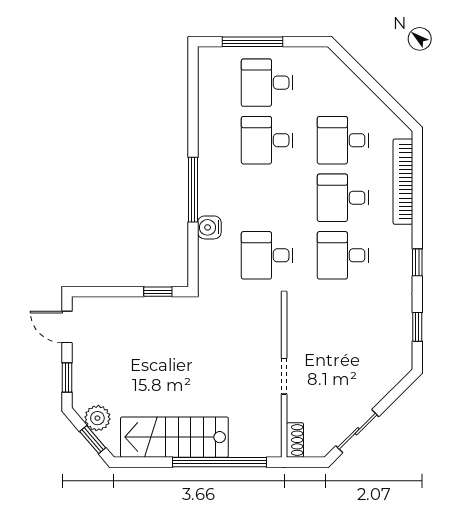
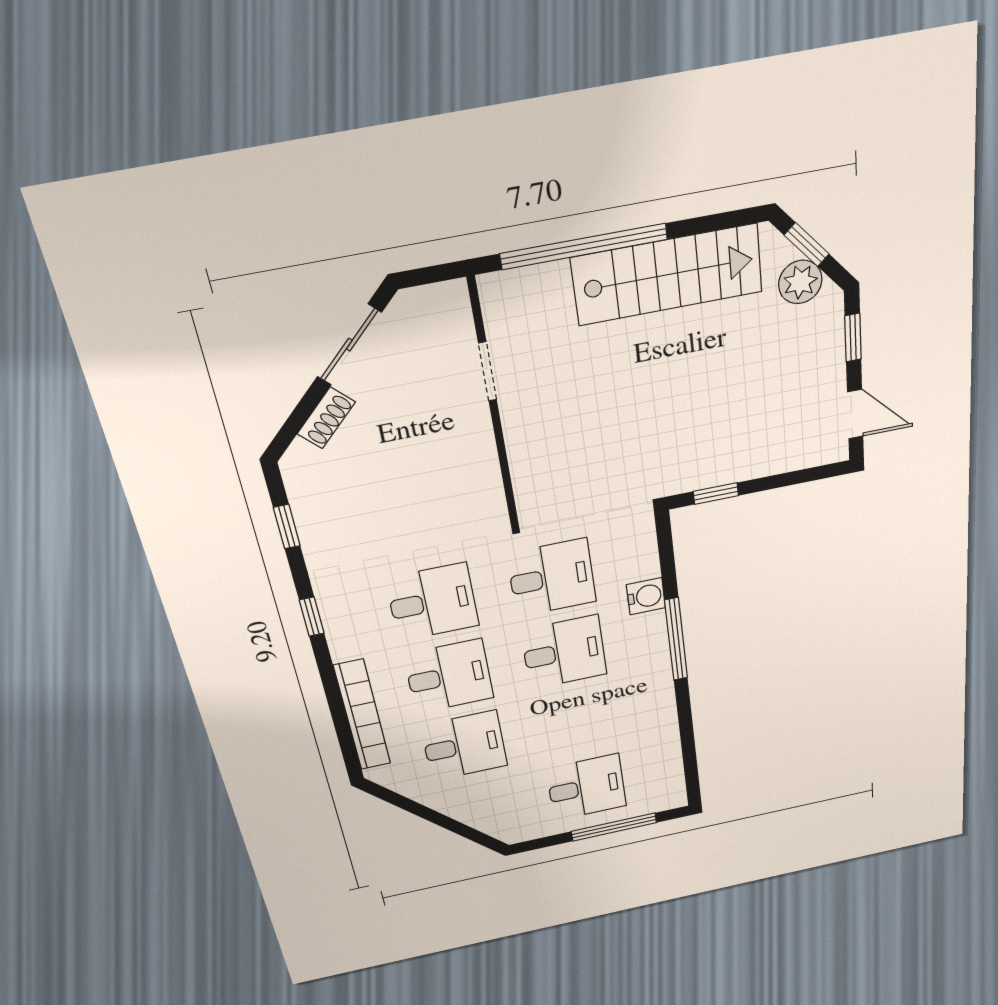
desk: (267, 140) -> (564, 652), moved
doorway: (284, 376) -> (487, 372), moved
shoe rack: (295, 440) -> (326, 418), moved, turned -135

